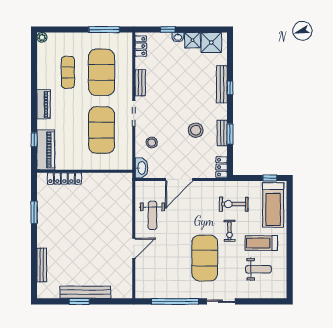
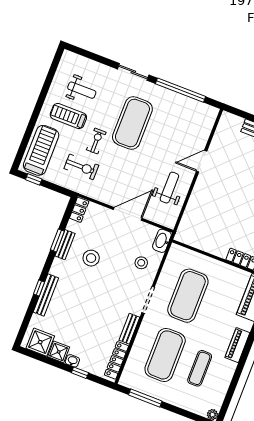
locker: (141, 46) -> (117, 360), width x1.53
treadmill: (261, 243) -> (68, 116), turned 180
weight bench: (258, 269) -> (82, 90), turned 180

